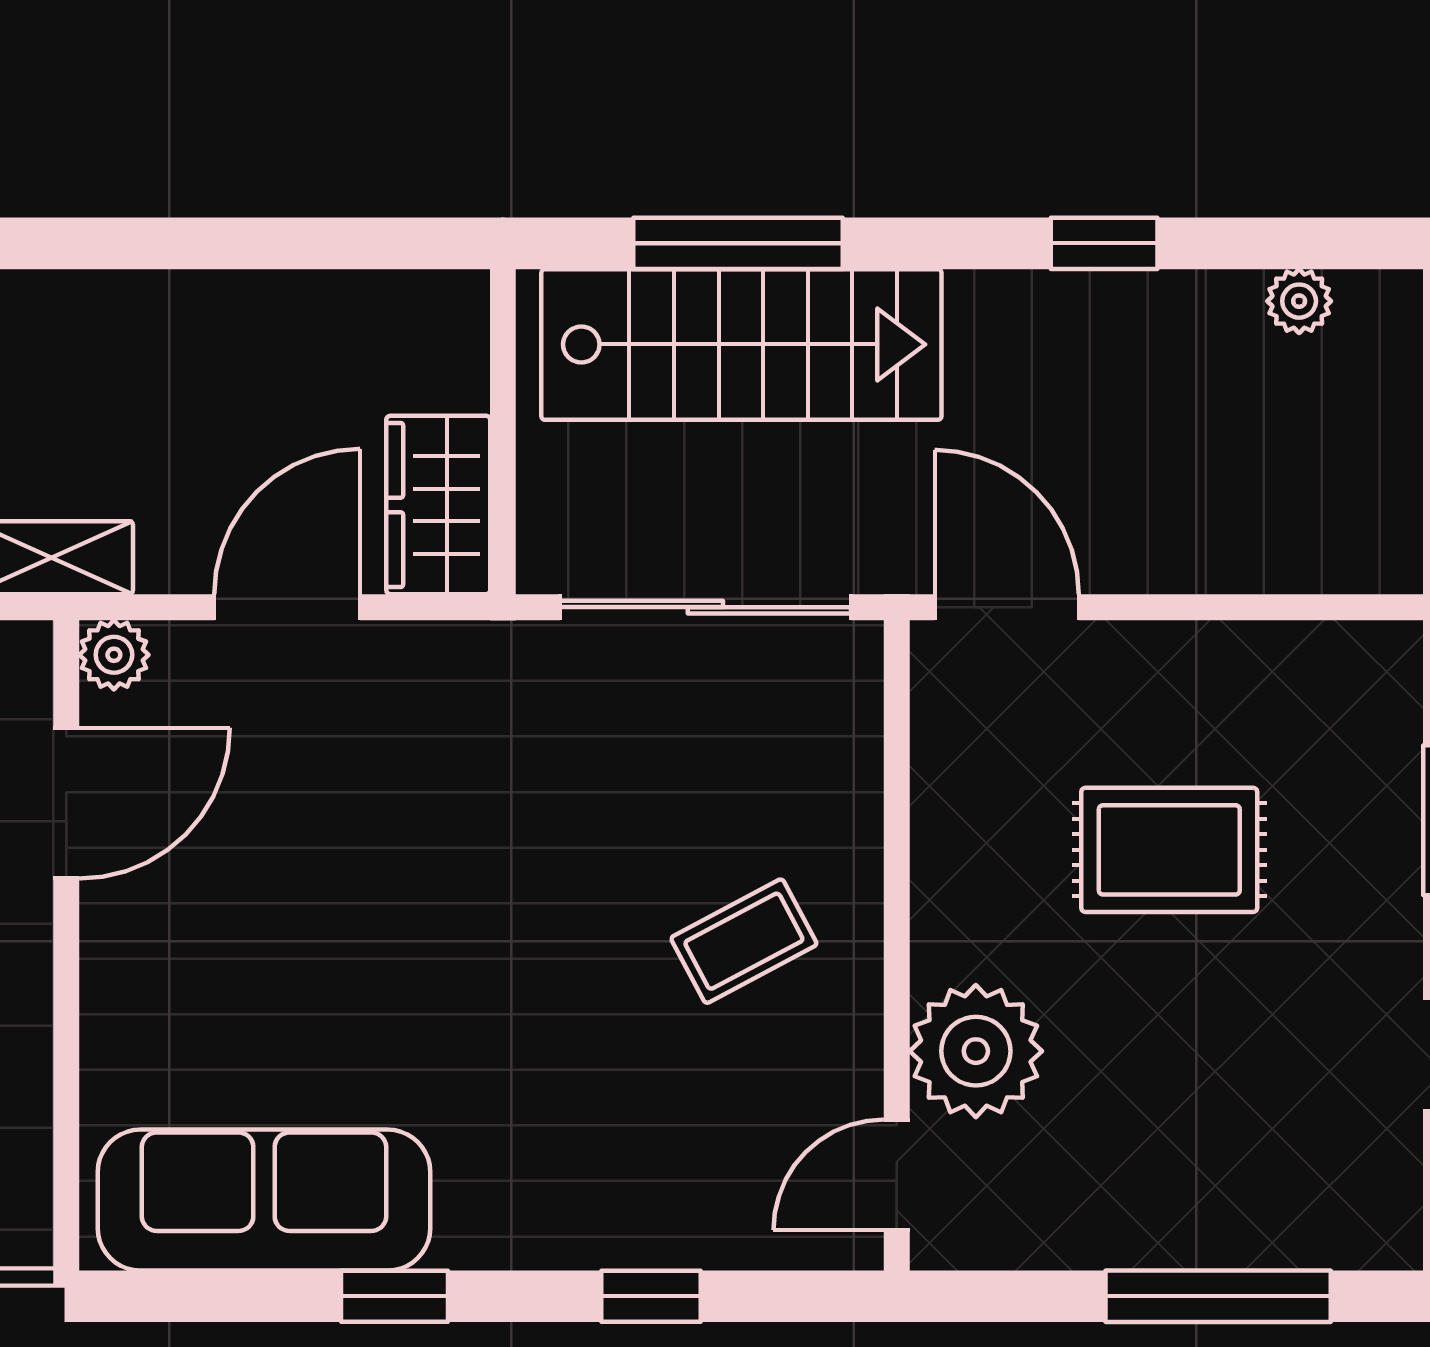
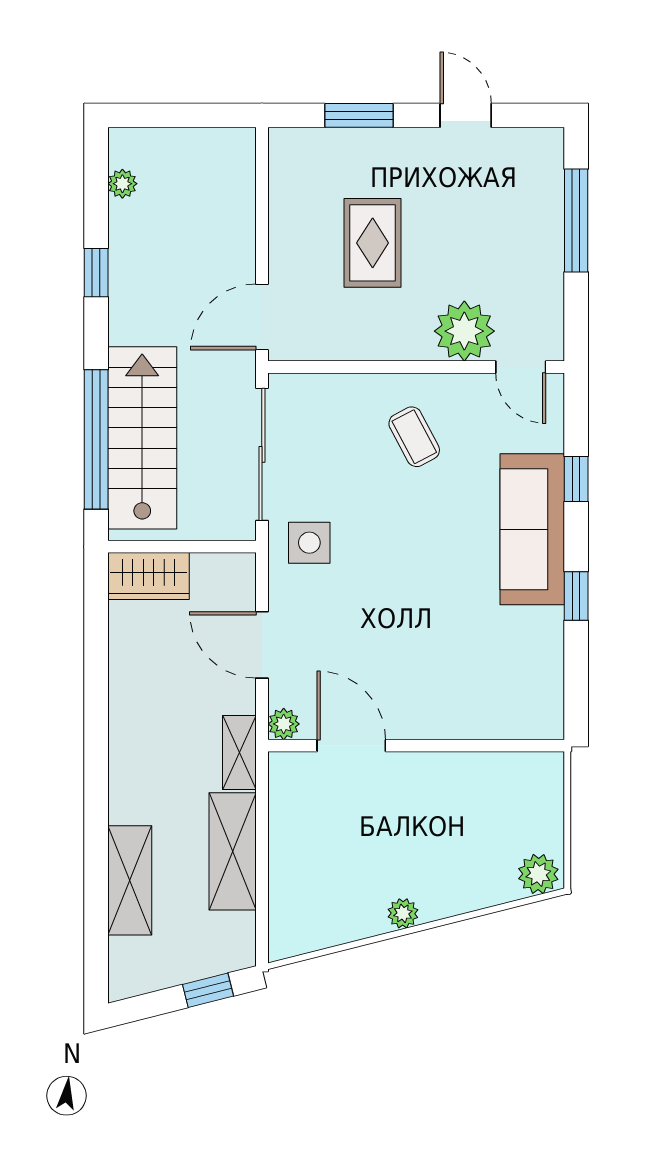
window: (738, 243) -> (96, 439), width x1.46
wardrobe: (438, 505) -> (149, 576), moved
side table: (512, 711) -> (309, 543), added
sofa: (264, 1200) -> (532, 529), moved

